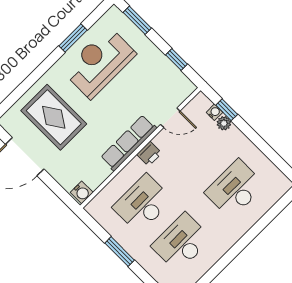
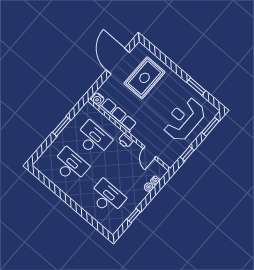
reception desk: (99, 62) -> (184, 119), moved, turned -90
window: (227, 110) -> (134, 216), moved
row of seats: (129, 143) -> (118, 115), moved

